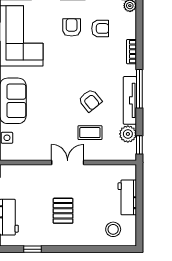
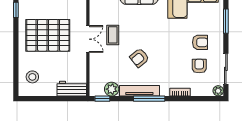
armchair: (100, 28) -> (199, 66), turned 180
coffee table: (90, 133) -> (113, 35), moved
workbench: (127, 197) -> (72, 89), moved
pallet: (63, 211) -> (48, 35), width x2.05, depth x2.00

